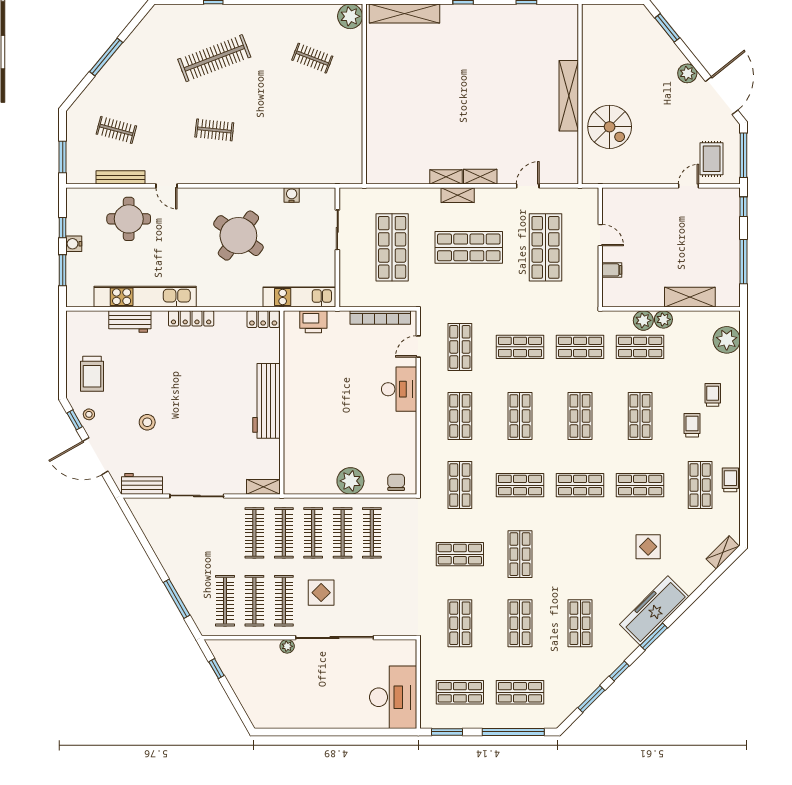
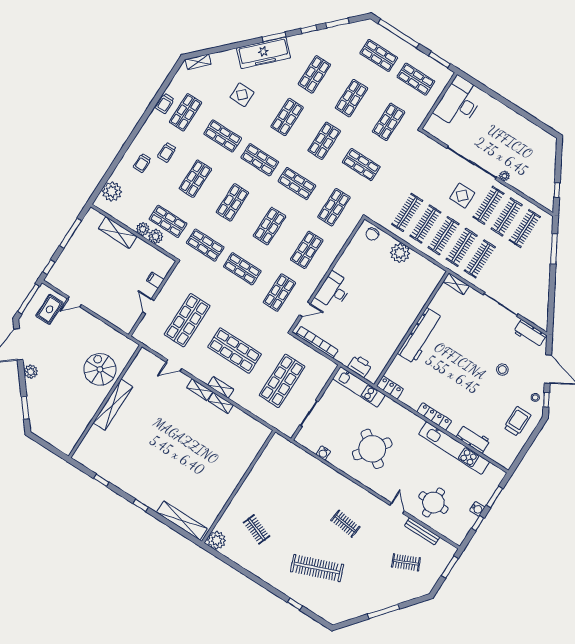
clothes rail: (116, 130) -> (406, 562), turned -39
shop shelf: (580, 554) -> (287, 117), added

